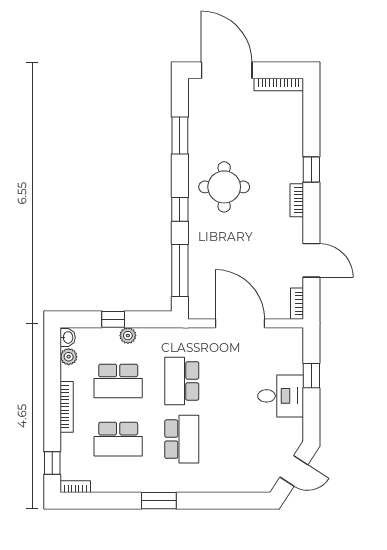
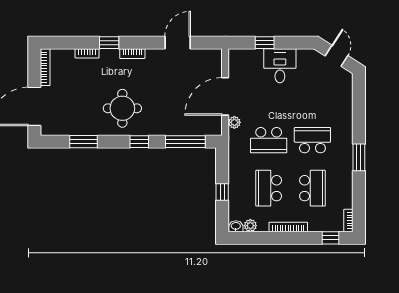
bookcase: (297, 304) -> (87, 53), moved
plant: (128, 336) -> (234, 122), moved
school desk: (118, 381) -> (269, 188), turned 180

